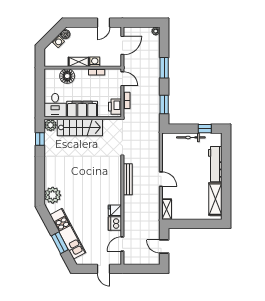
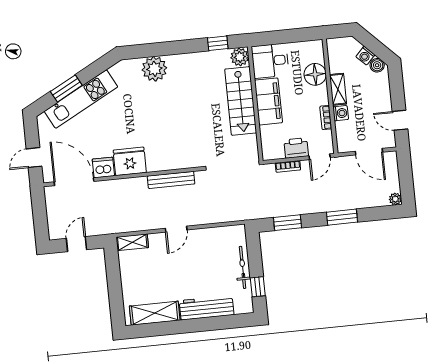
printer: (115, 107) -> (296, 148), moved
plant: (53, 195) -> (154, 69), moved
fridge: (115, 210) -> (130, 161), width x1.88, depth x1.34
door: (122, 244) -> (74, 182), width x1.87

